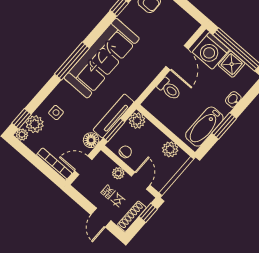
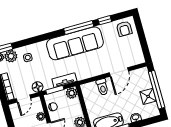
washing machine: (211, 51) -> (141, 81), removed
window: (72, 61) -> (79, 27), moved
tv unit: (113, 116) -> (64, 80), width x0.71
door: (83, 165) -> (23, 99), swing flipped

